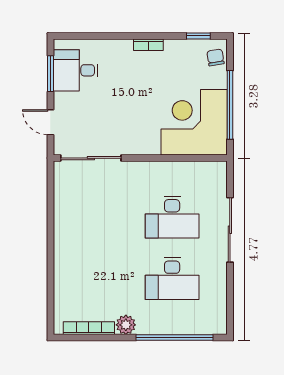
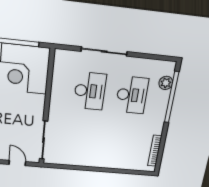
door: (50, 122) -> (17, 163), swing flipped
plant: (126, 325) -> (166, 83), moved

